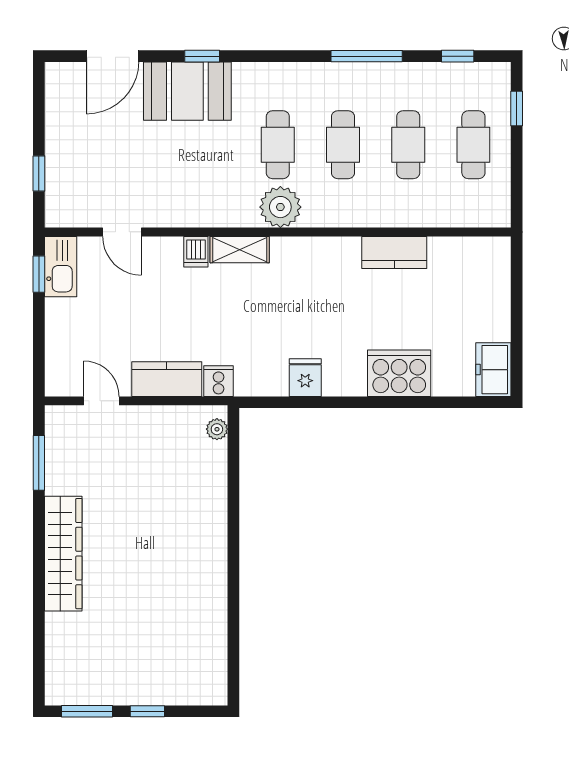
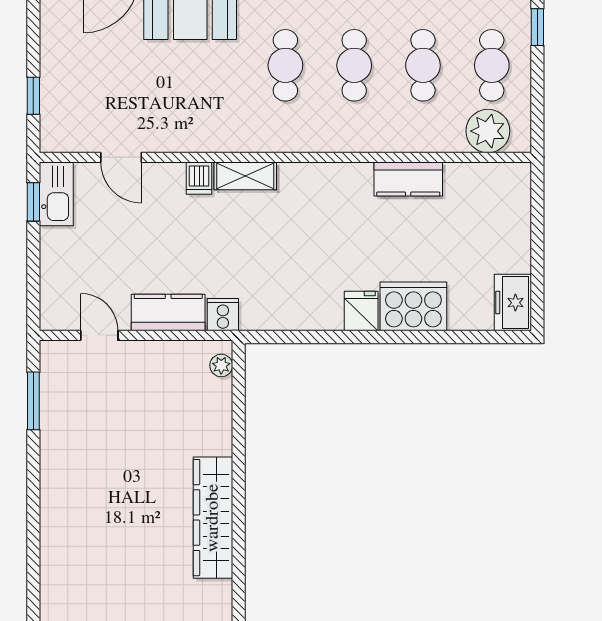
plant: (280, 207) -> (488, 131), moved
fridge: (305, 378) -> (361, 311), moved
wardrobe: (63, 554) -> (213, 518), moved, turned 180

